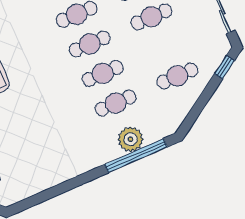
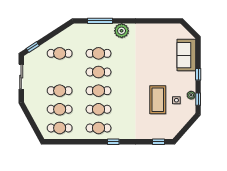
plant: (131, 139) -> (122, 31), moved
window: (136, 156) -> (100, 21), width x0.68

